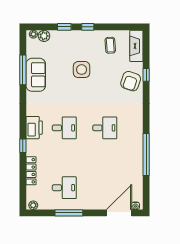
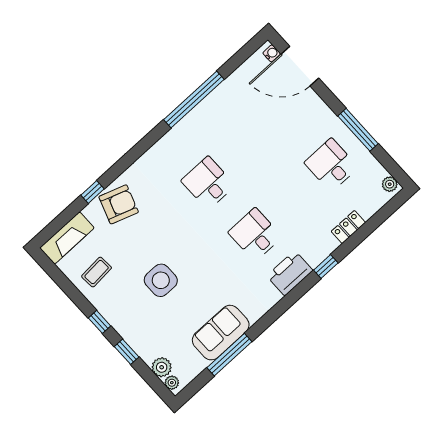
locker: (31, 171) -> (348, 227), width x0.66

